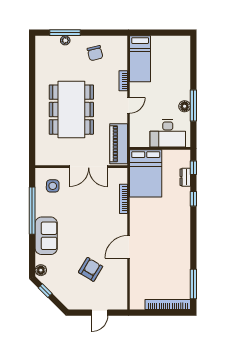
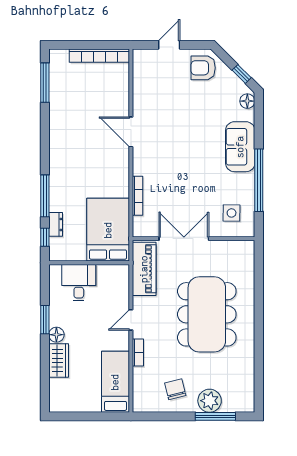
plant: (65, 40) -> (210, 401), width x1.87, depth x1.87
wardrobe: (183, 75) -> (59, 360), added
floor lamp: (185, 106) -> (56, 335), moved
window: (193, 106) -> (45, 320), width x0.69
desk: (168, 133) -> (79, 283), width x0.73
window: (193, 199) -> (45, 196), width x2.17
door: (129, 247) -> (131, 132), swing flipped
armchair: (91, 269) -> (203, 68), moved, turned 59
bookcase: (168, 304) -> (99, 56), moved

